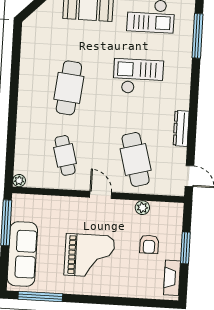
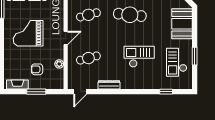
window: (198, 36) -> (166, 92), width x0.46
checkout: (138, 77) -> (139, 57), turned -90
cafe table: (136, 159) -> (88, 58), width x0.73, depth x0.74
grand piano: (89, 256) -> (28, 33), turned 90

